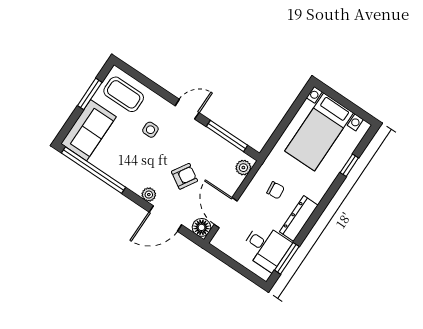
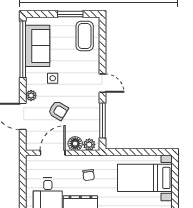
sofa: (89, 130) -> (38, 46), moved, turned -90
side table: (150, 130) -> (53, 78), moved
floor lamp: (201, 227) -> (75, 144), moved

